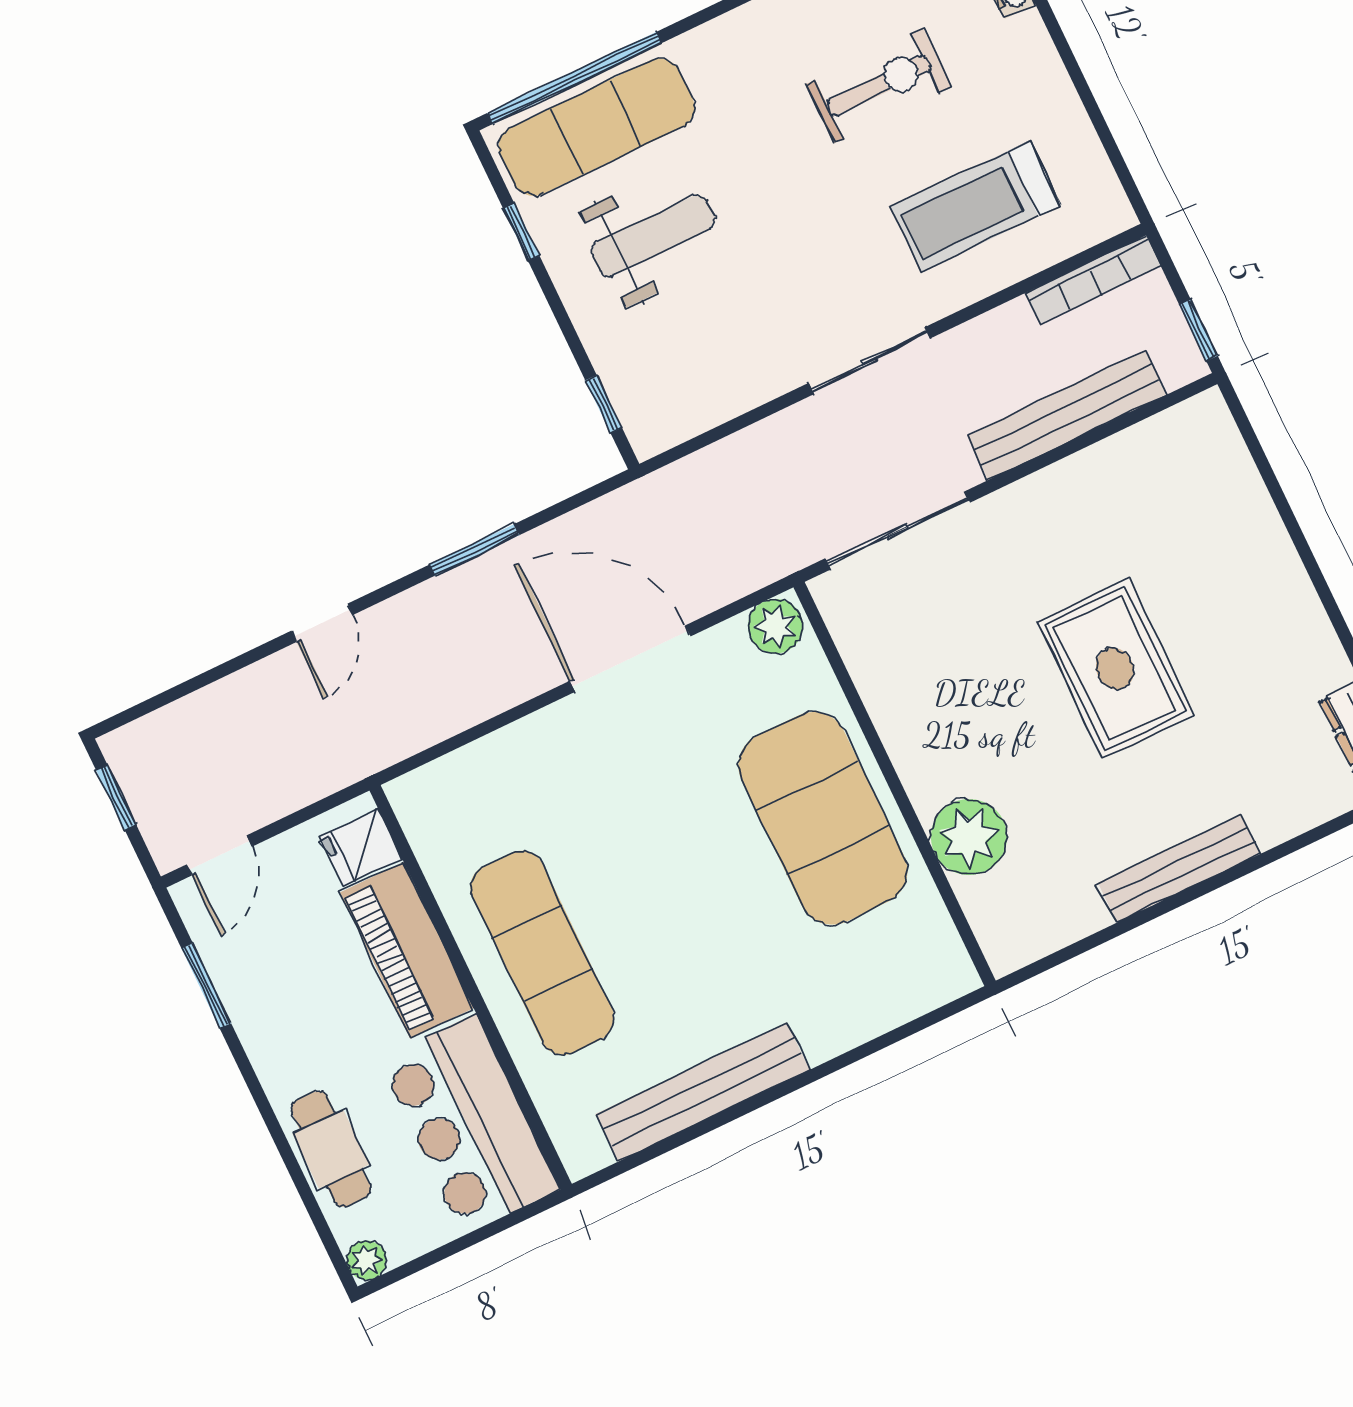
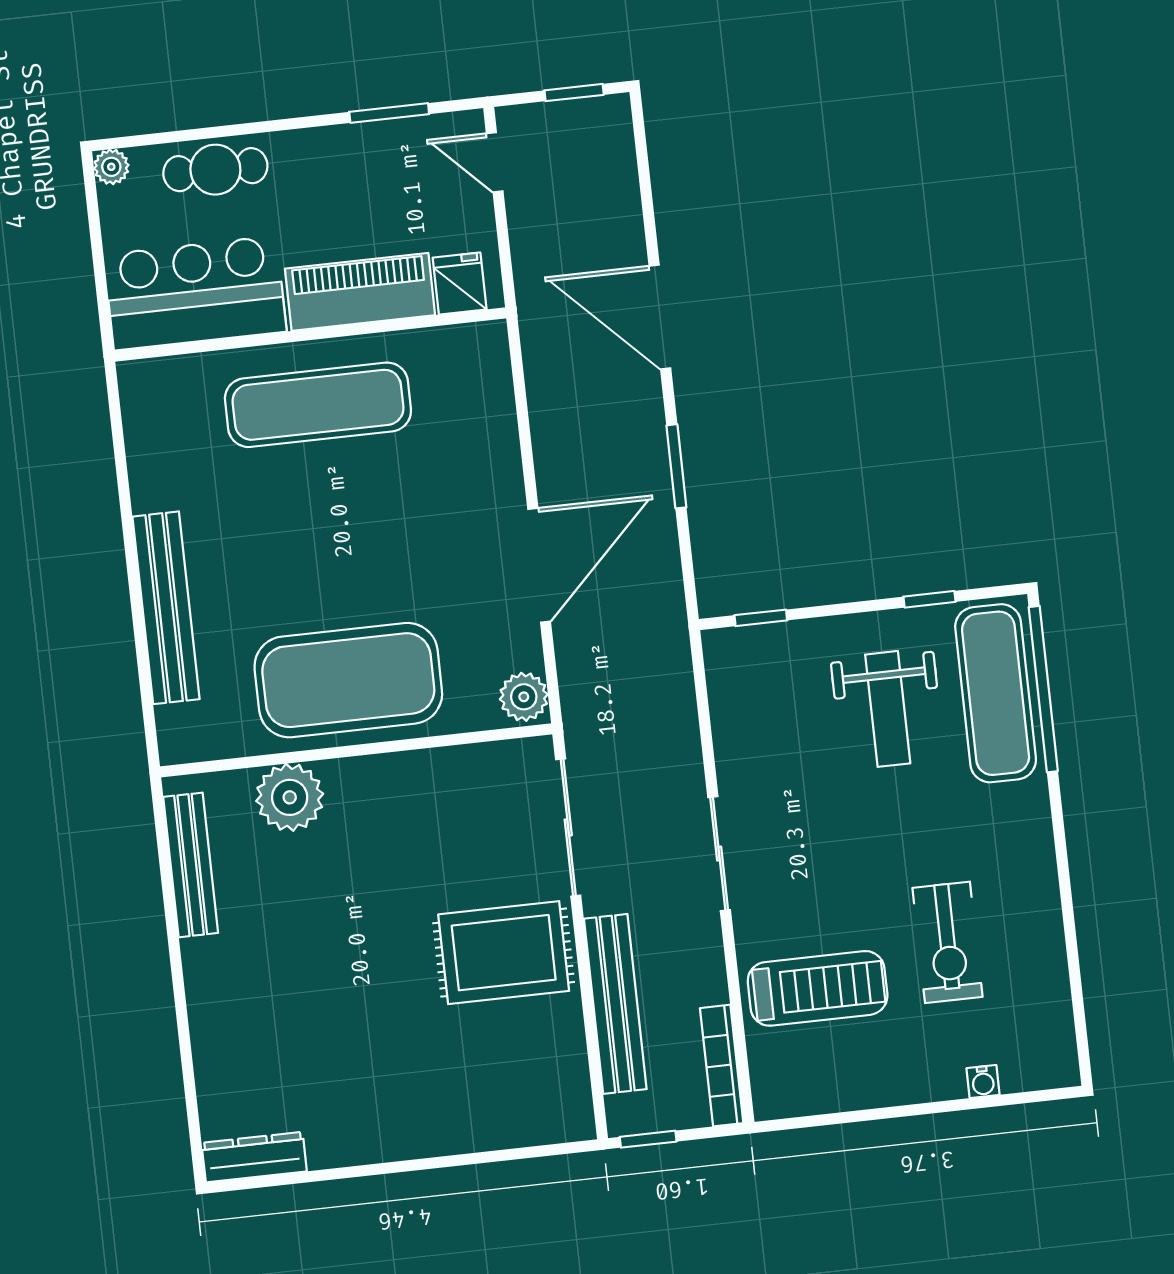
treadmill: (976, 206) -> (818, 988), turned 90
door: (322, 623) -> (660, 317), width x1.88
rug: (1115, 669) -> (504, 953), moved
bench: (1179, 868) -> (191, 865), moved
bench: (703, 1092) -> (166, 608), moved

